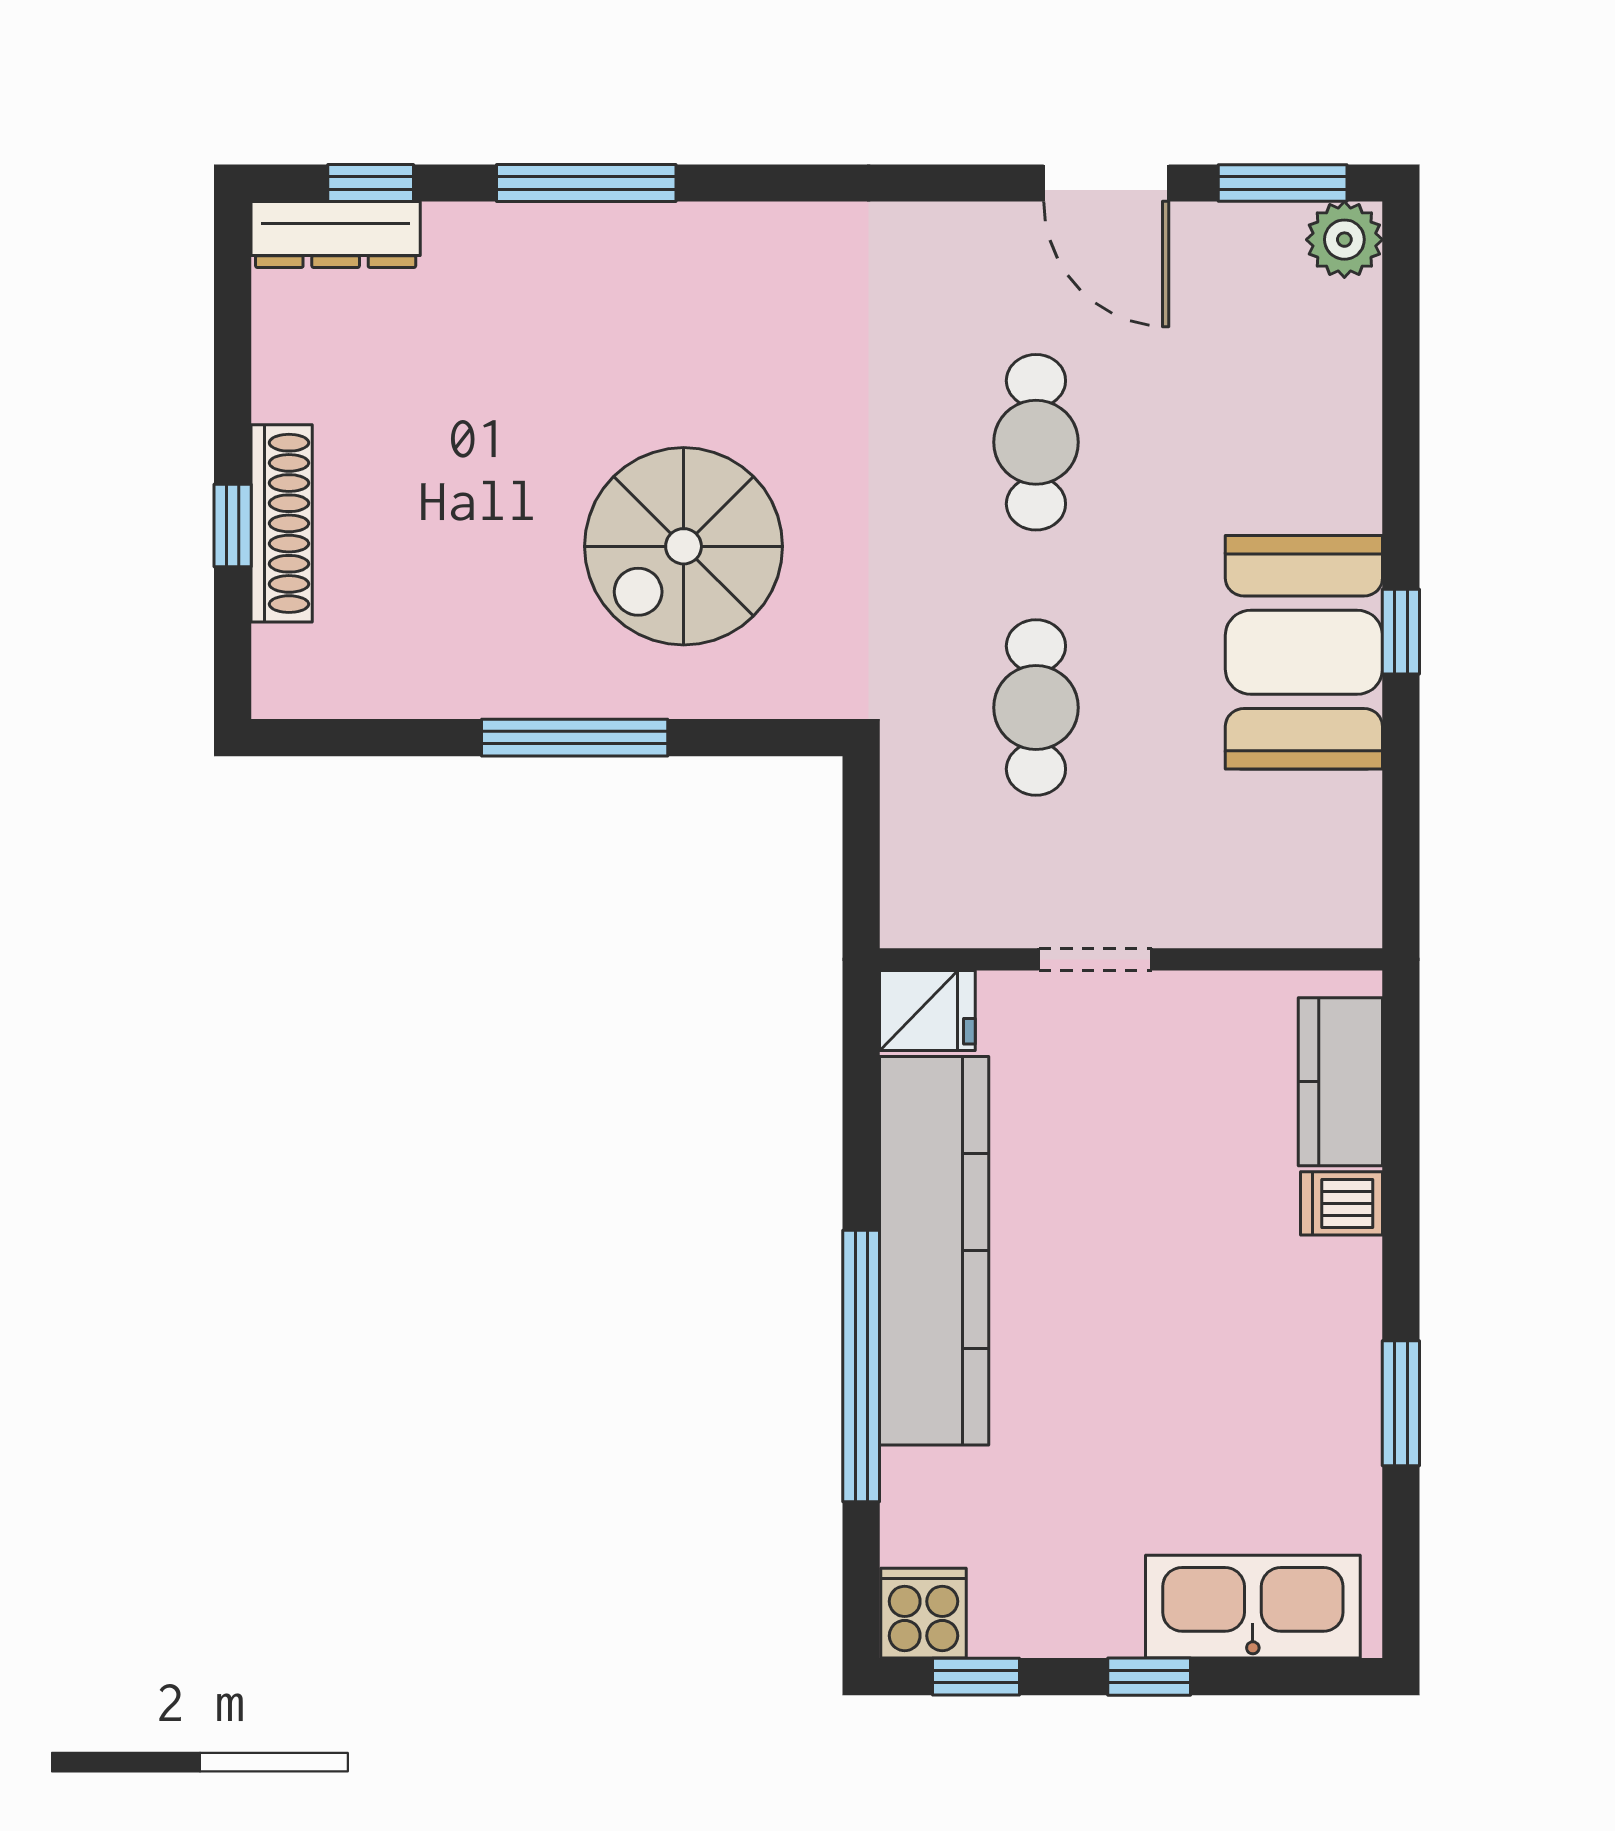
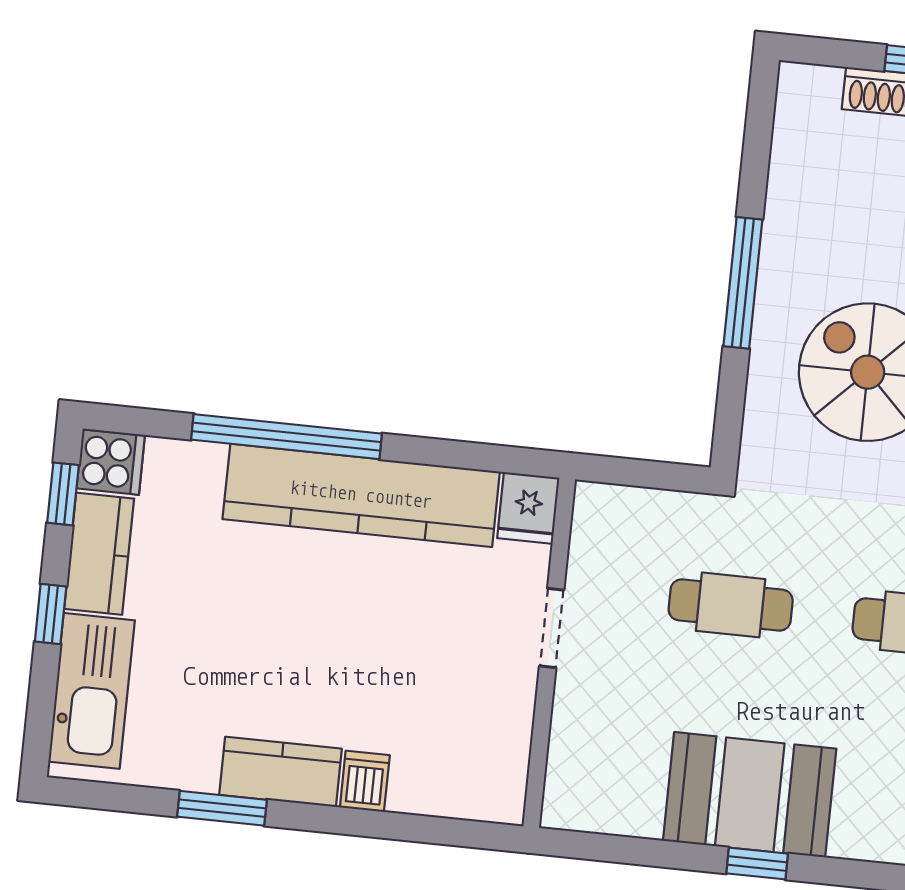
kitchen counter: (1340, 1082) -> (280, 772), moved
kitchen counter: (1056, 1616) -> (99, 554), added

